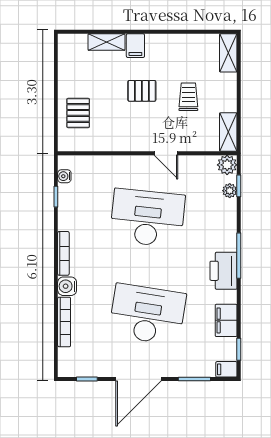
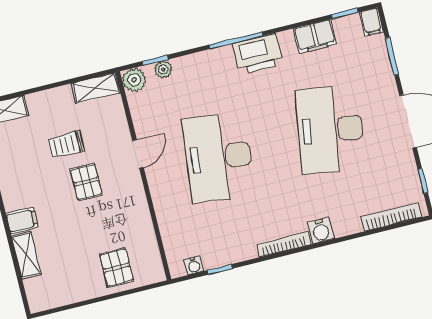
pallet: (142, 91) -> (86, 182), moved
pallet: (78, 113) -> (117, 268), turned 90
bookcase: (64, 322) -> (391, 217), moved

